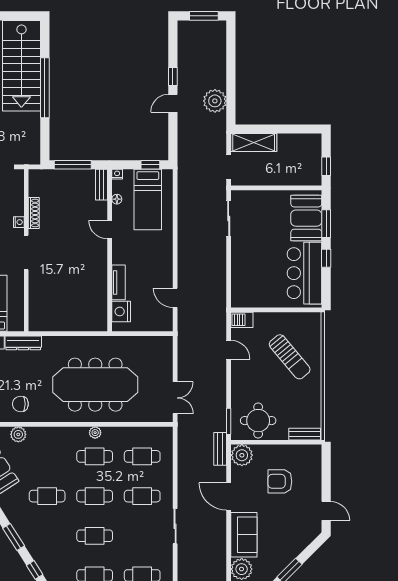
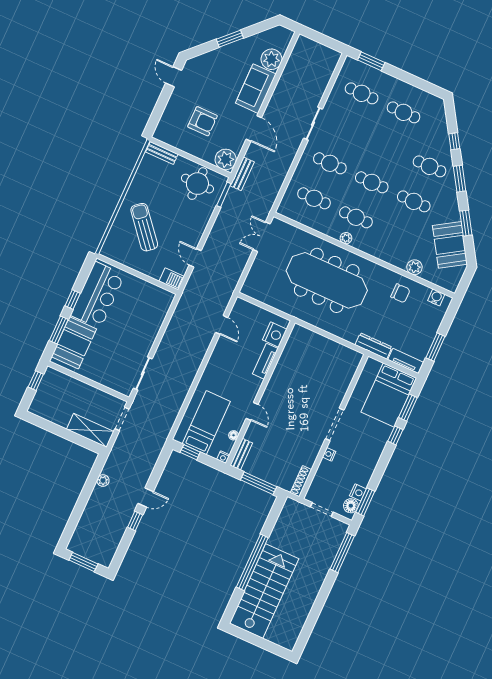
plant: (215, 101) -> (103, 481), width x0.53, depth x0.53
shoe rack: (34, 213) -> (301, 481), moved
cafe table: (95, 536) -> (430, 166), moved

